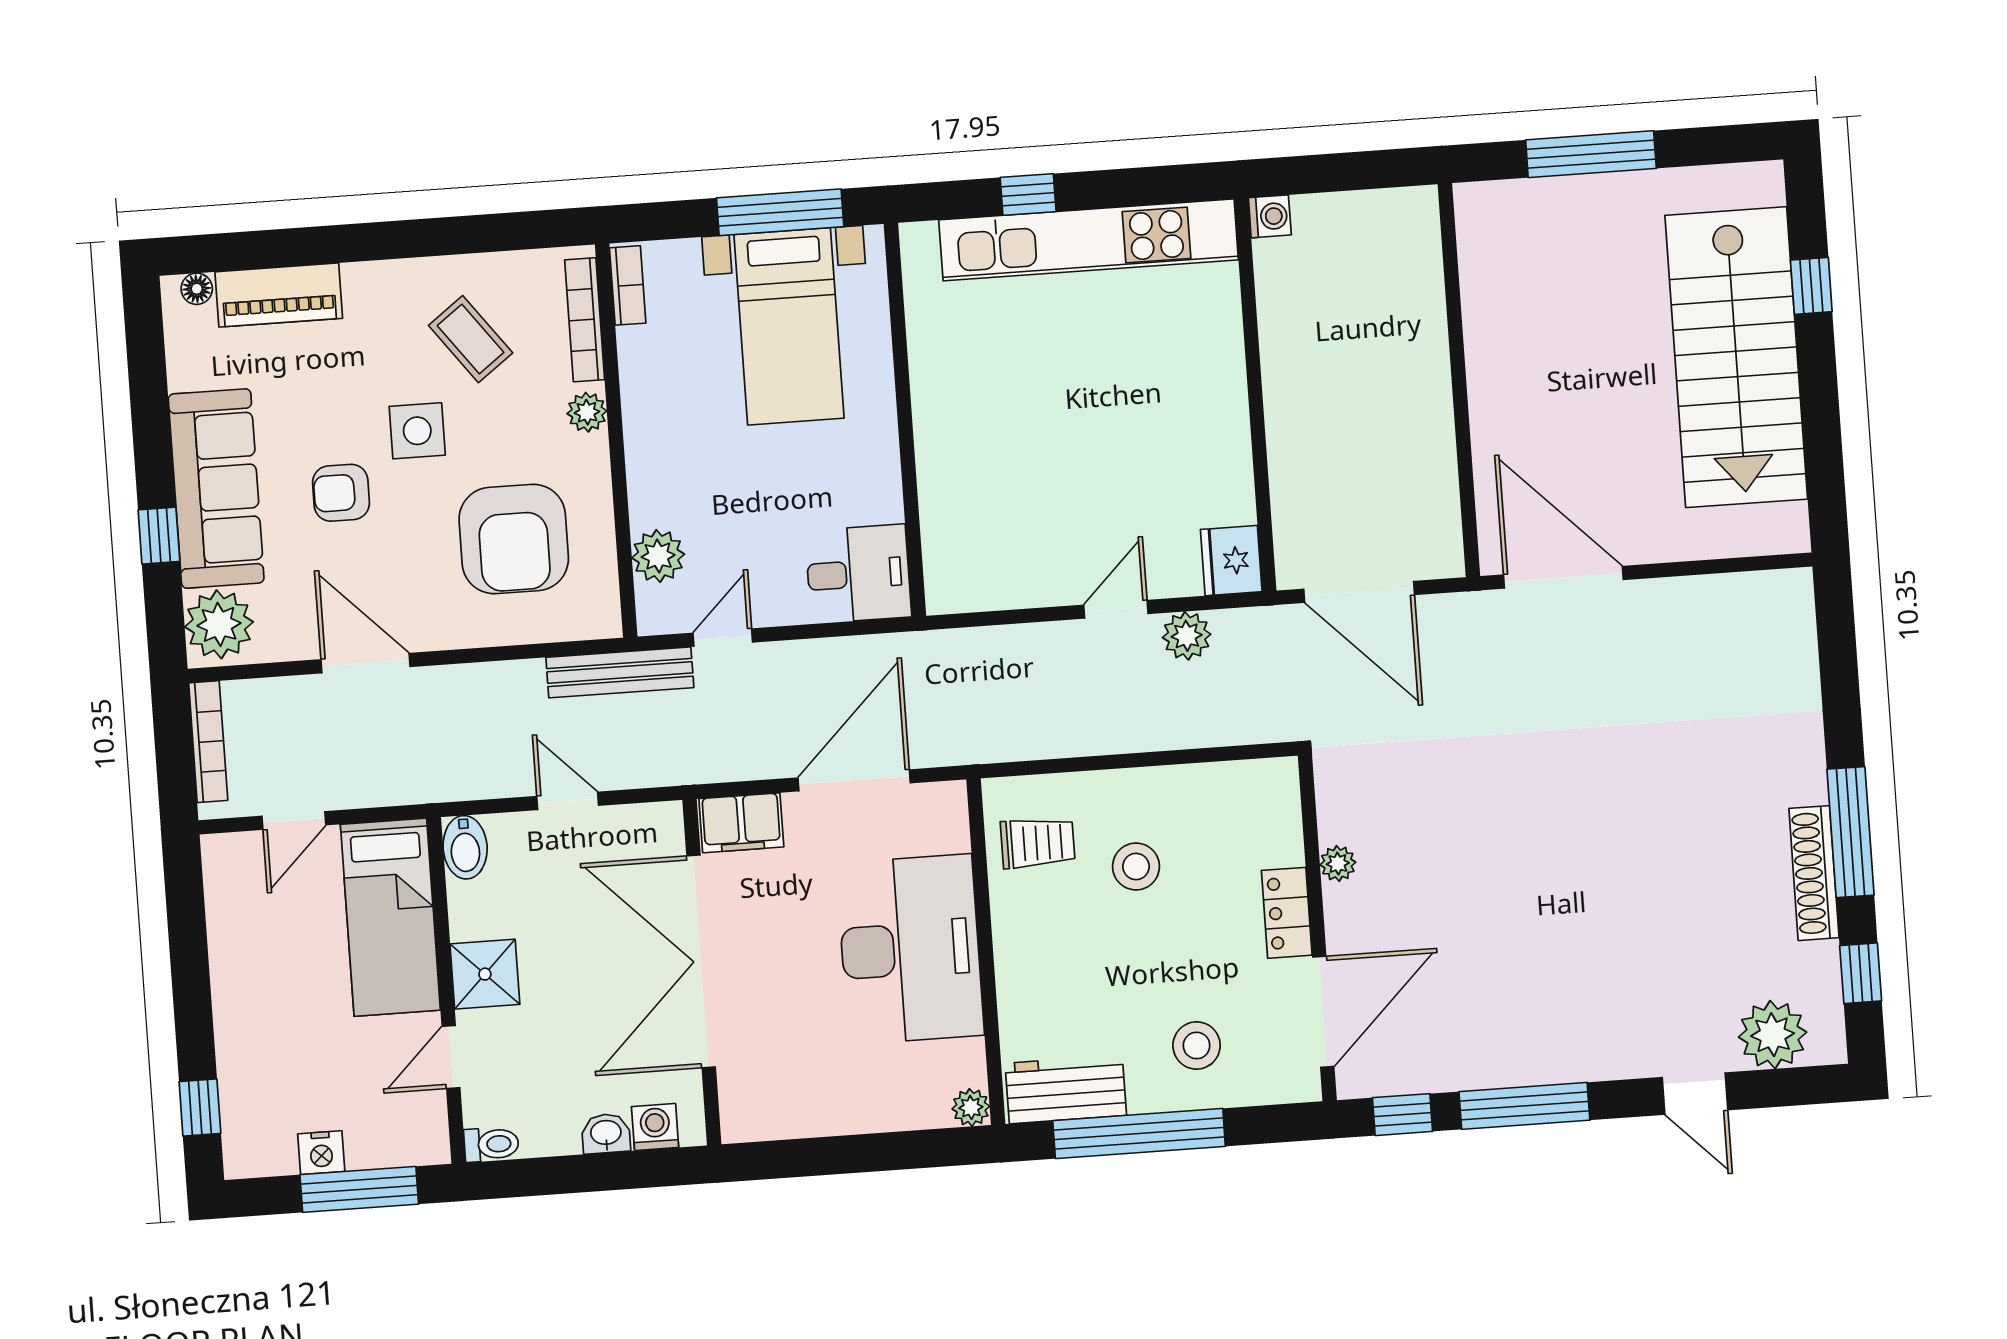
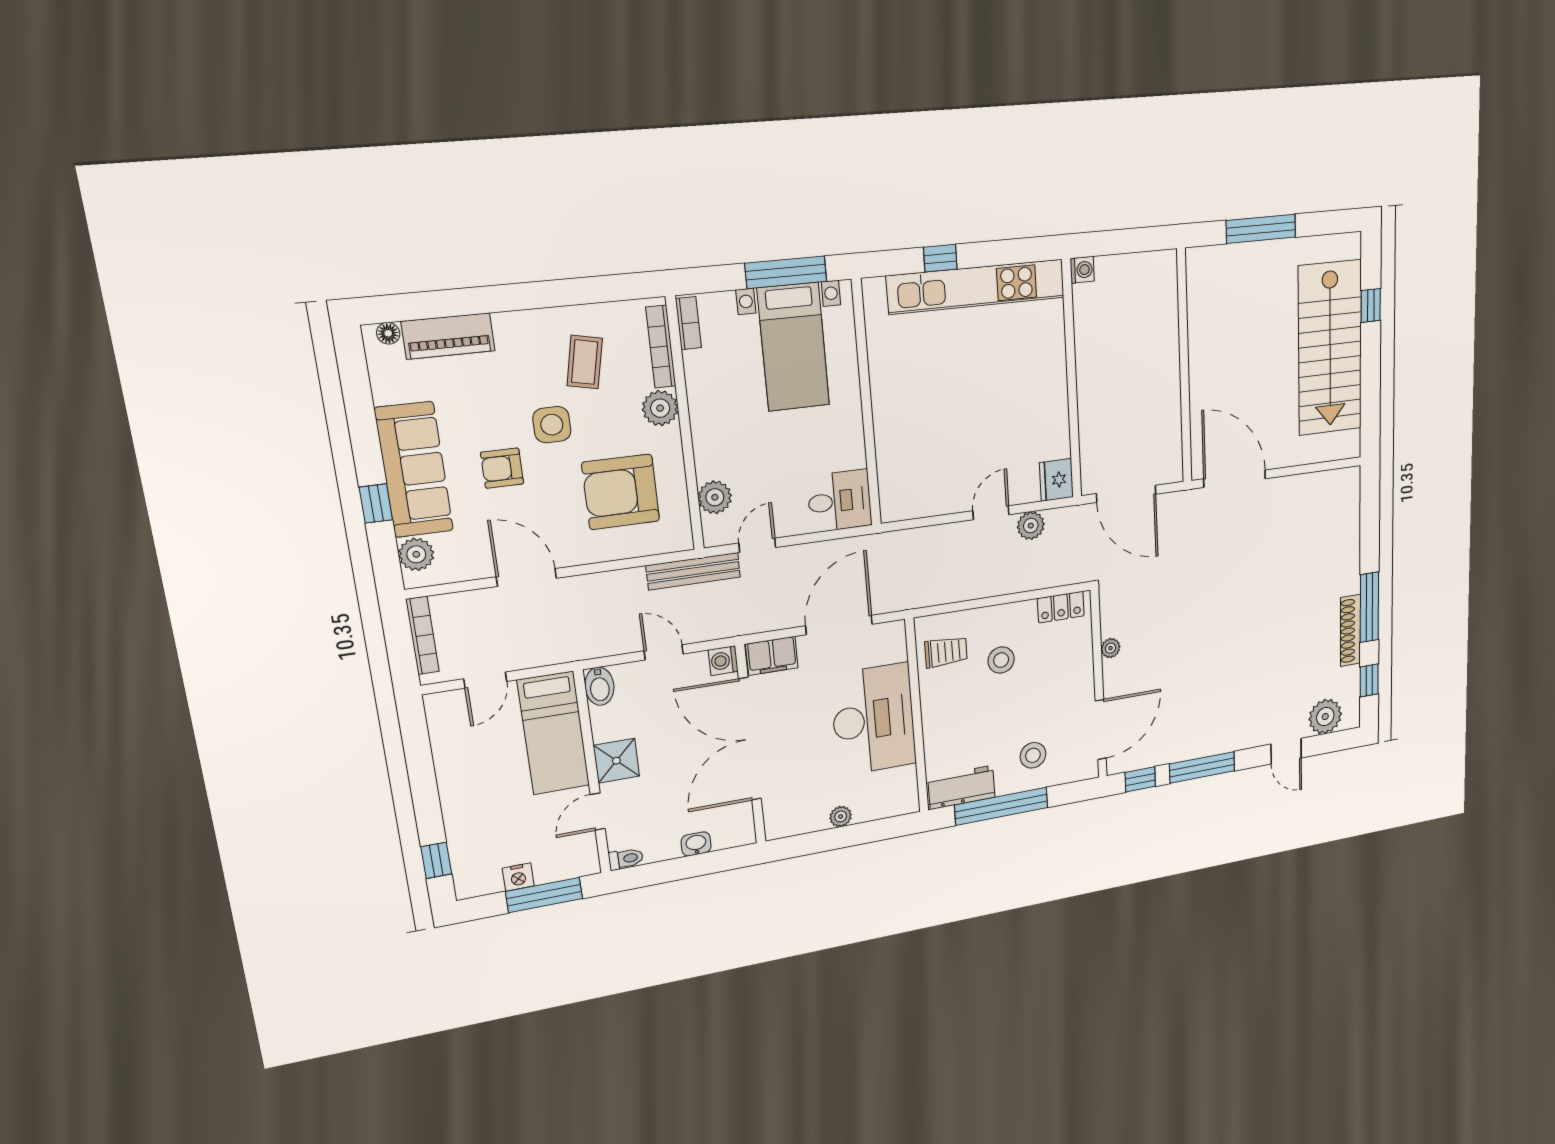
coffee table: (471, 339) -> (585, 362), turned 49
plant: (587, 412) -> (660, 408), width x1.38, depth x1.38
armchair: (514, 539) -> (621, 492), turned 90
plant: (219, 624) -> (416, 554), width x0.73, depth x0.73
locker: (1287, 913) -> (1061, 607), moved, turned -90
plant: (971, 1107) -> (841, 816), moved
washing machine: (655, 1127) -> (723, 661), moved, turned -90

